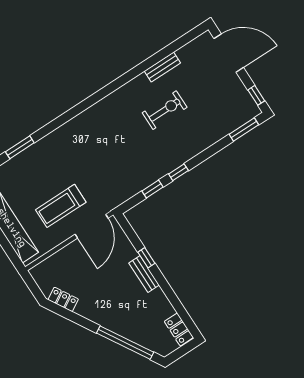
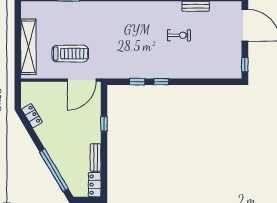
exercise bike: (165, 110) -> (179, 35), width x0.73, depth x0.72
window: (244, 130) -> (222, 82), removed
treadmill: (61, 206) -> (70, 54), turned 180
bench: (144, 274) -> (96, 158), moved

